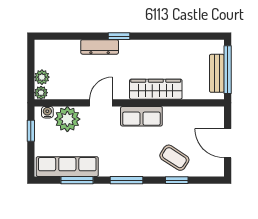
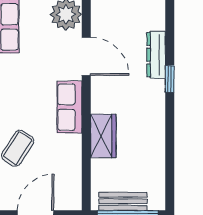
wardrobe: (156, 89) -> (103, 136), width x0.67
door: (101, 103) -> (86, 56), width x1.38

